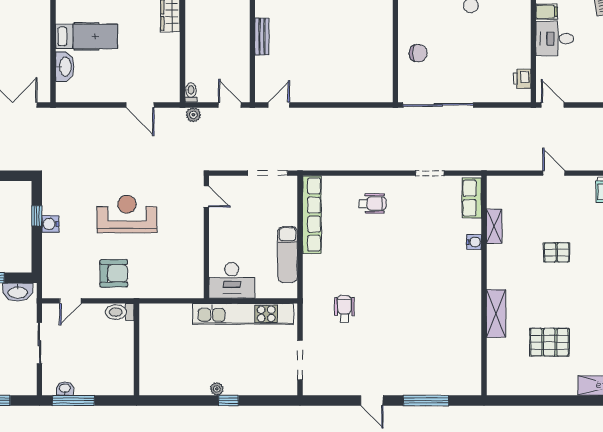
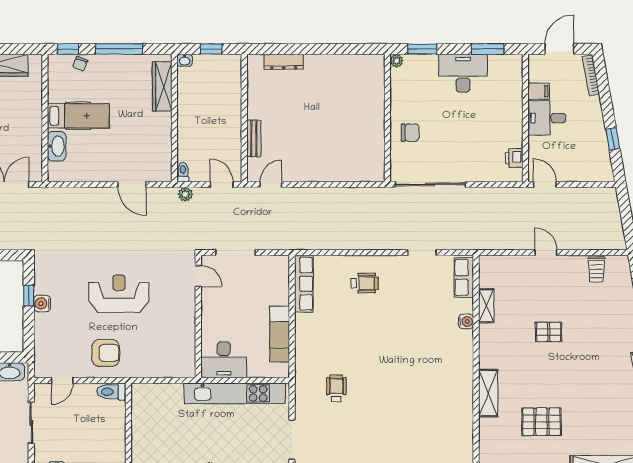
bench: (262, 37) -> (254, 138), moved
doorway: (268, 173) -> (236, 253), moved
row of seats: (312, 215) -> (304, 284), width x0.73

